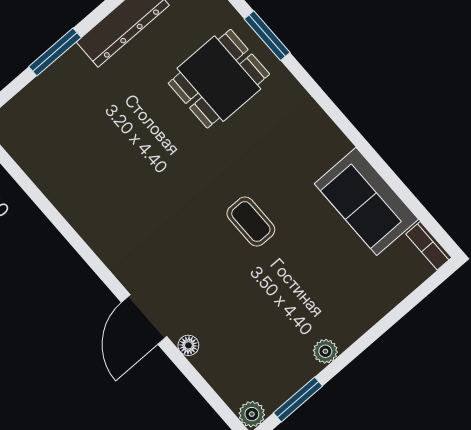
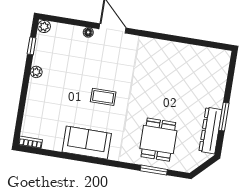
window: (55, 52) -> (224, 117), moved
sofa: (366, 201) -> (87, 143), moved
window: (298, 399) -> (32, 46), width x0.67

